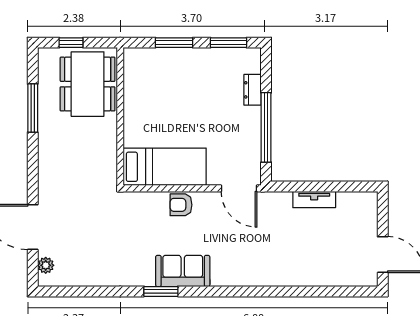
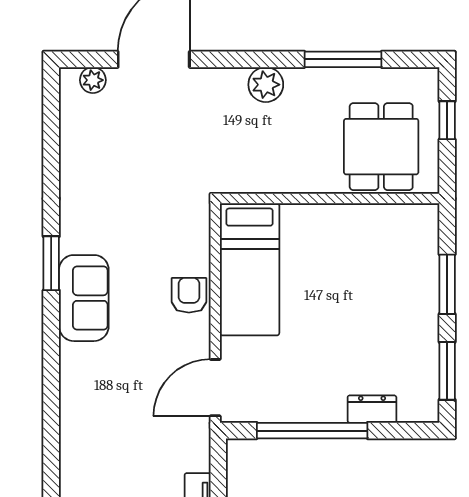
dining table: (88, 84) -> (381, 147), width x0.73
plant: (49, 157) -> (266, 85), added

